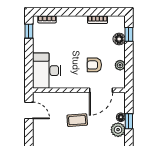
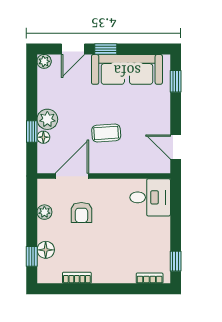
armchair: (94, 65) -> (81, 212), turned 90
desk: (47, 71) -> (150, 197), width x0.73

